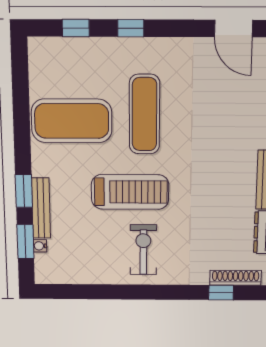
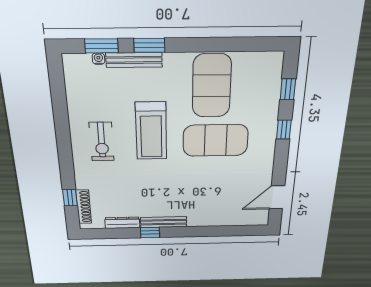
exercise mat: (144, 114) -> (216, 140), width x1.47
exercise bike: (143, 250) -> (102, 142), turned 90

